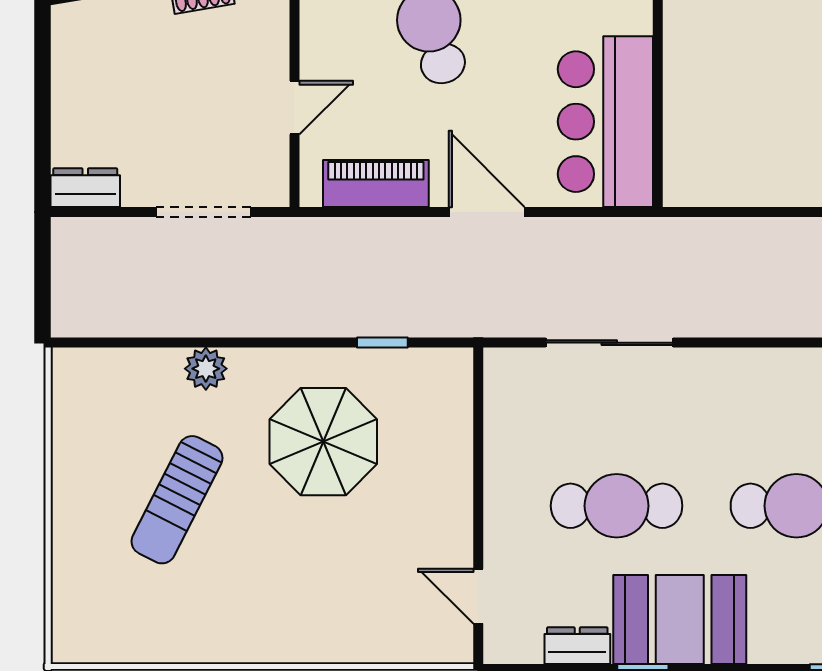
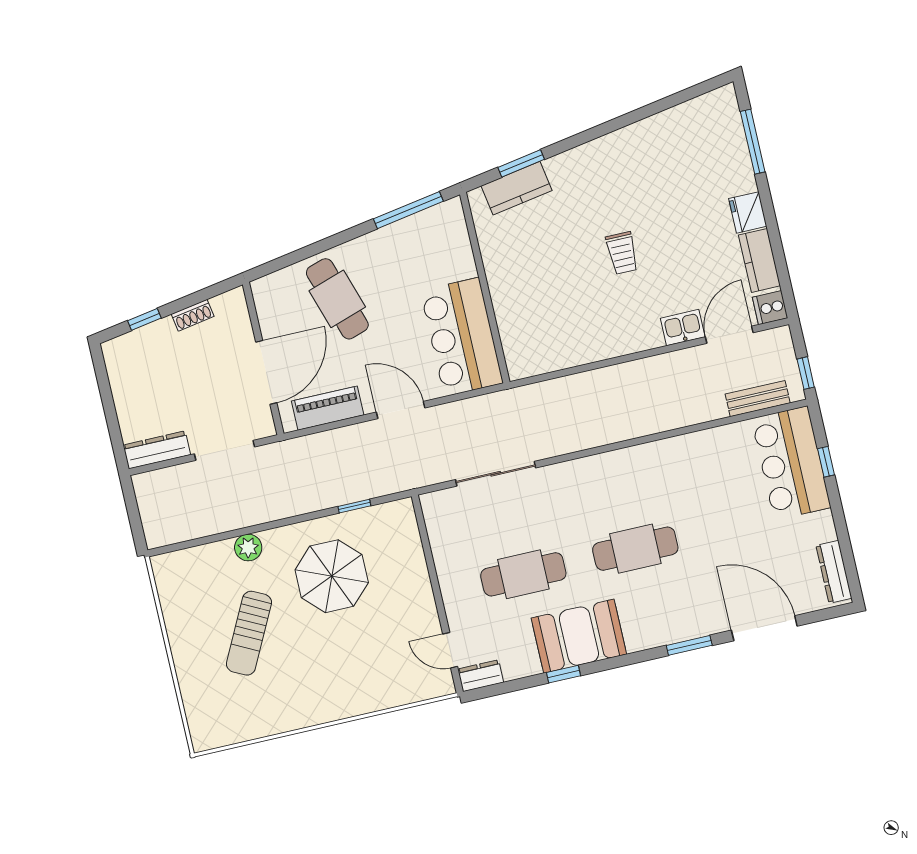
door: (295, 108) -> (266, 372), width x1.87
dresser: (85, 188) -> (157, 450), width x1.44
dresser: (577, 646) -> (481, 676), moved

